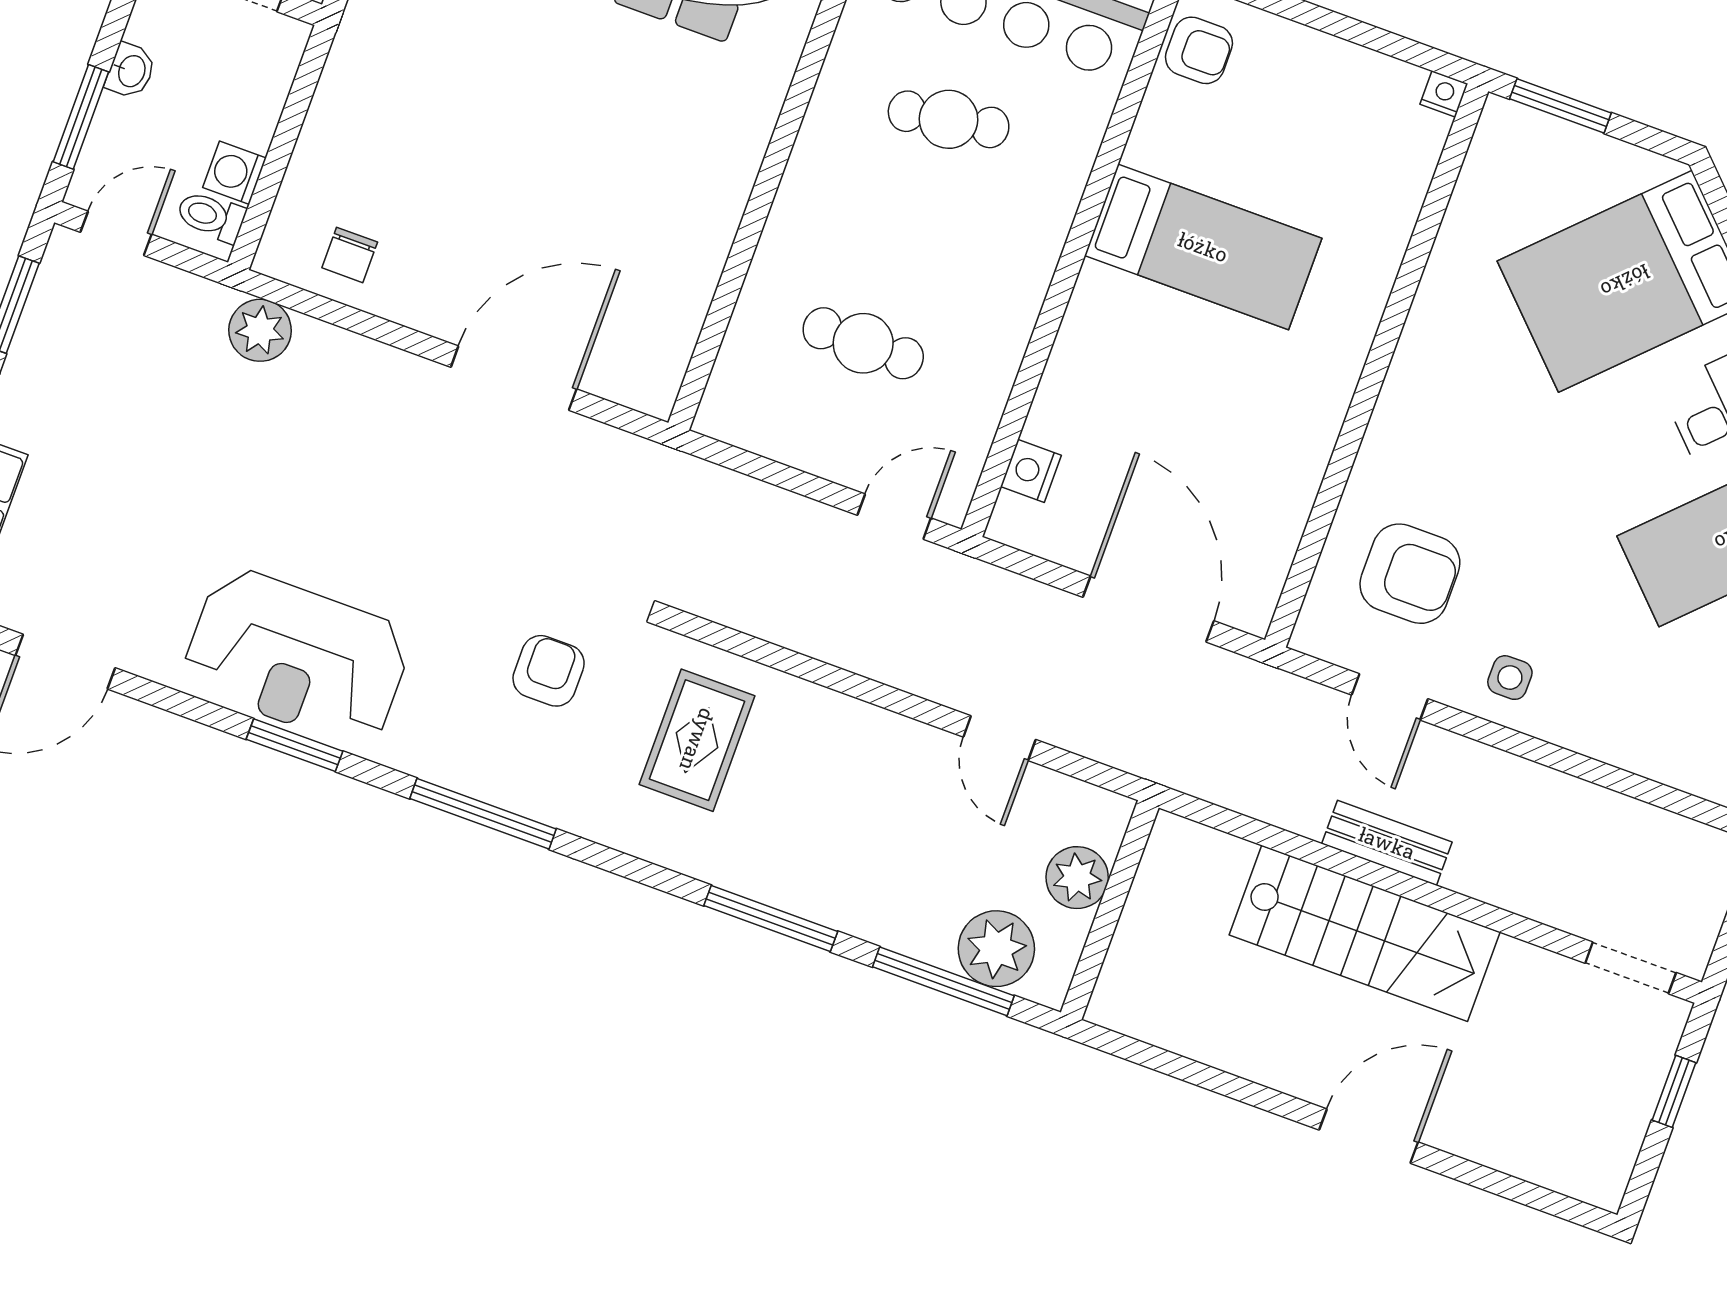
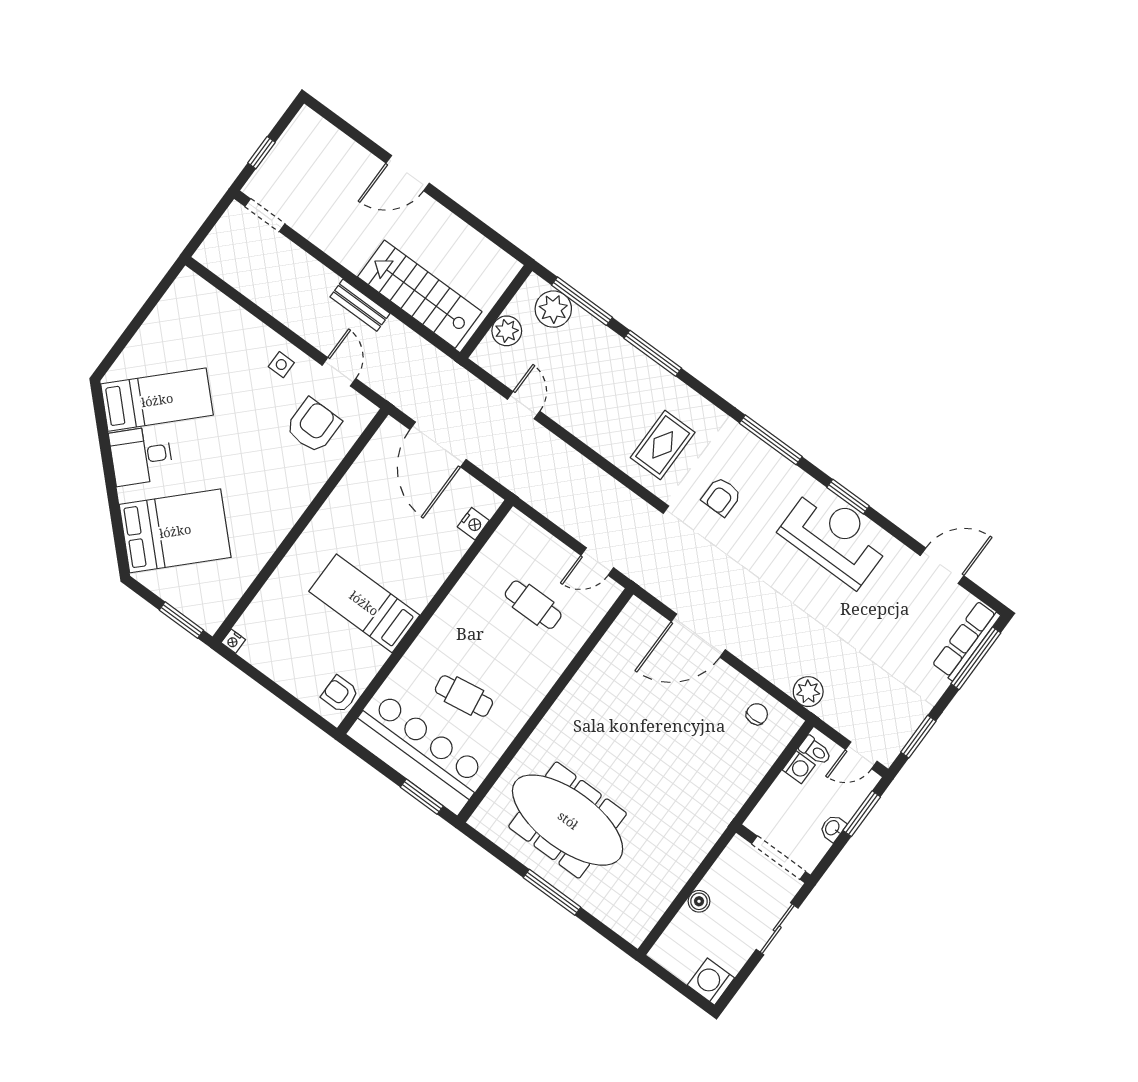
door: (894, 517) -> (597, 561), moved
armchair: (1410, 574) -> (313, 426), turned 90
stairs: (1365, 933) -> (420, 294), moved

